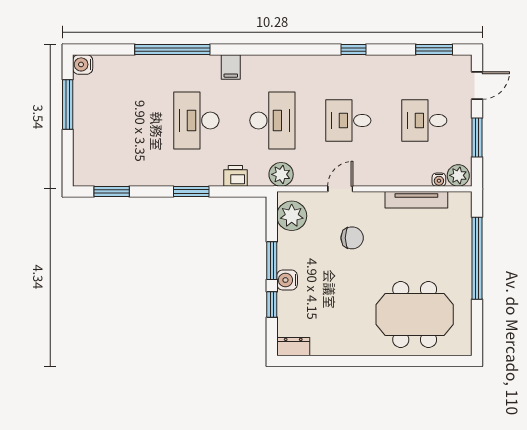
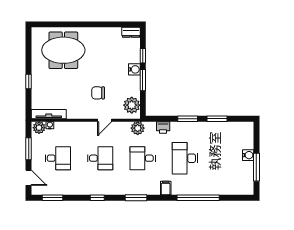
window: (284, 49) -> (136, 198), added
water cooler: (83, 64) -> (248, 155), moved
door: (477, 85) -> (29, 178), swing flipped
desk: (196, 120) -> (185, 158), turned 180
desk: (272, 120) -> (143, 158), width x0.73
window: (112, 192) -> (217, 119), moved
tv unit: (416, 200) -> (49, 114), moved
window: (477, 258) -> (29, 82), width x0.32

